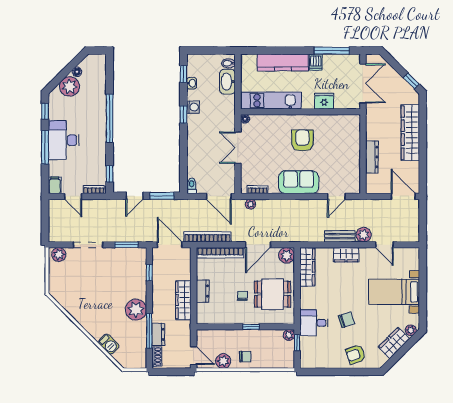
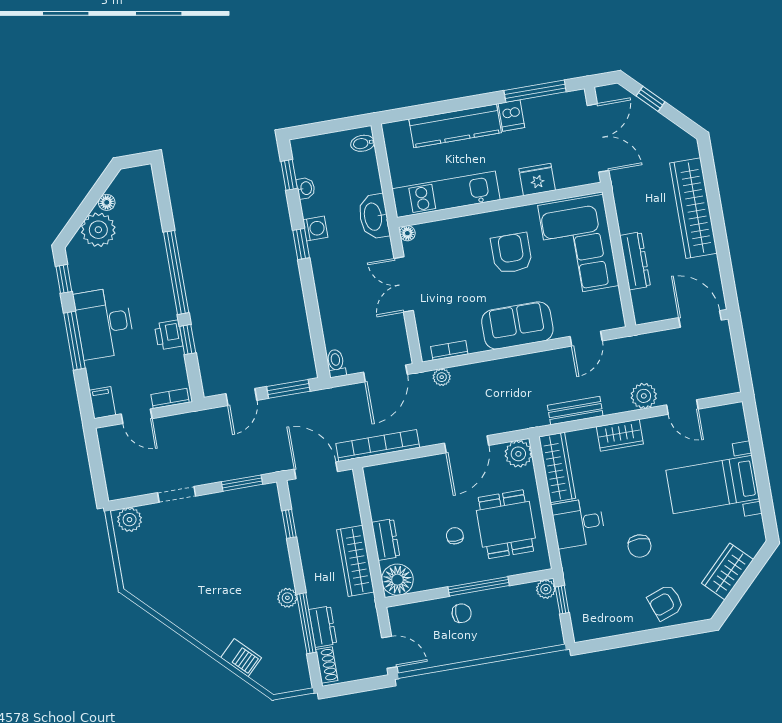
window: (411, 81) -> (651, 99), moved
washbasin: (228, 82) -> (374, 217), moved
corner sofa: (341, 143) -> (578, 245), added
printer: (99, 153) -> (169, 335), added
window: (110, 174) -> (188, 340), moved
door: (219, 196) -> (385, 373), hinge flipped
bench: (340, 236) -> (575, 411), moved
doorway: (88, 245) -> (177, 494), width x0.73
bookcase: (220, 253) -> (405, 469), removed
dining table: (273, 294) -> (506, 524), turned 90
plant: (136, 310) -> (287, 598), width x0.53, depth x0.53
floor lamp: (205, 315) -> (397, 580), added
chair: (346, 320) -> (639, 546), turned 108
desk: (314, 323) -> (578, 523), moved
window: (251, 327) -> (479, 586), width x2.17
plant: (411, 330) -> (752, 545), removed
chair: (245, 357) -> (462, 613), moved
plant: (223, 361) -> (442, 653), removed

